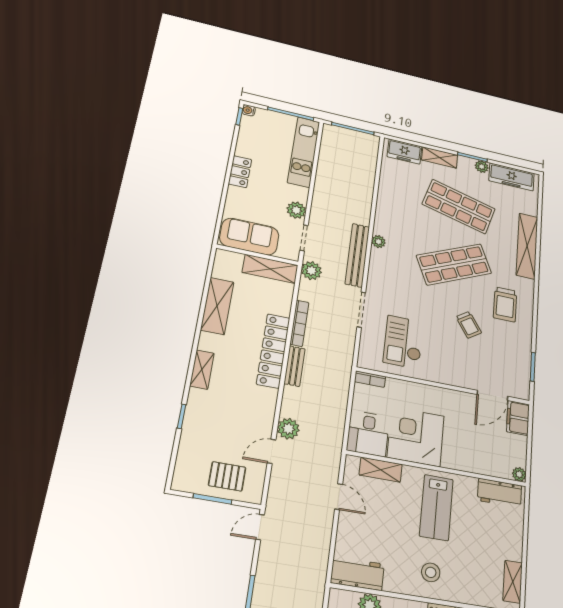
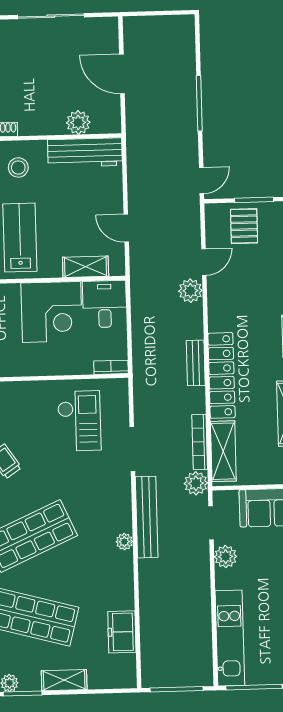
freezer: (404, 152) -> (122, 632), moved, turned -90
shelving: (270, 269) -> (223, 451), moved, turned 90
bookcase: (299, 323) -> (200, 442), moved
pallet: (227, 476) -> (244, 226), turned 90
workbench: (357, 573) -> (85, 153), width x1.37

